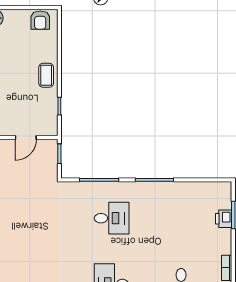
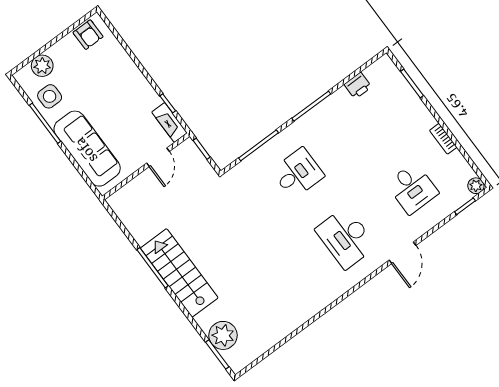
coffee table: (46, 75) -> (133, 83), removed
fireplace: (51, 120) -> (170, 122), added
printer: (224, 219) -> (358, 86), moved, turned -90

